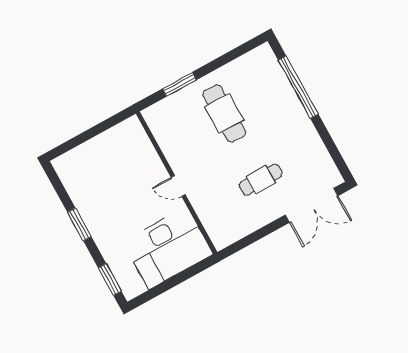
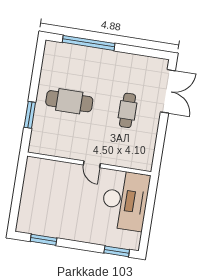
door: (178, 186) -> (92, 164), hinge flipped
window: (79, 224) -> (44, 240), moved

